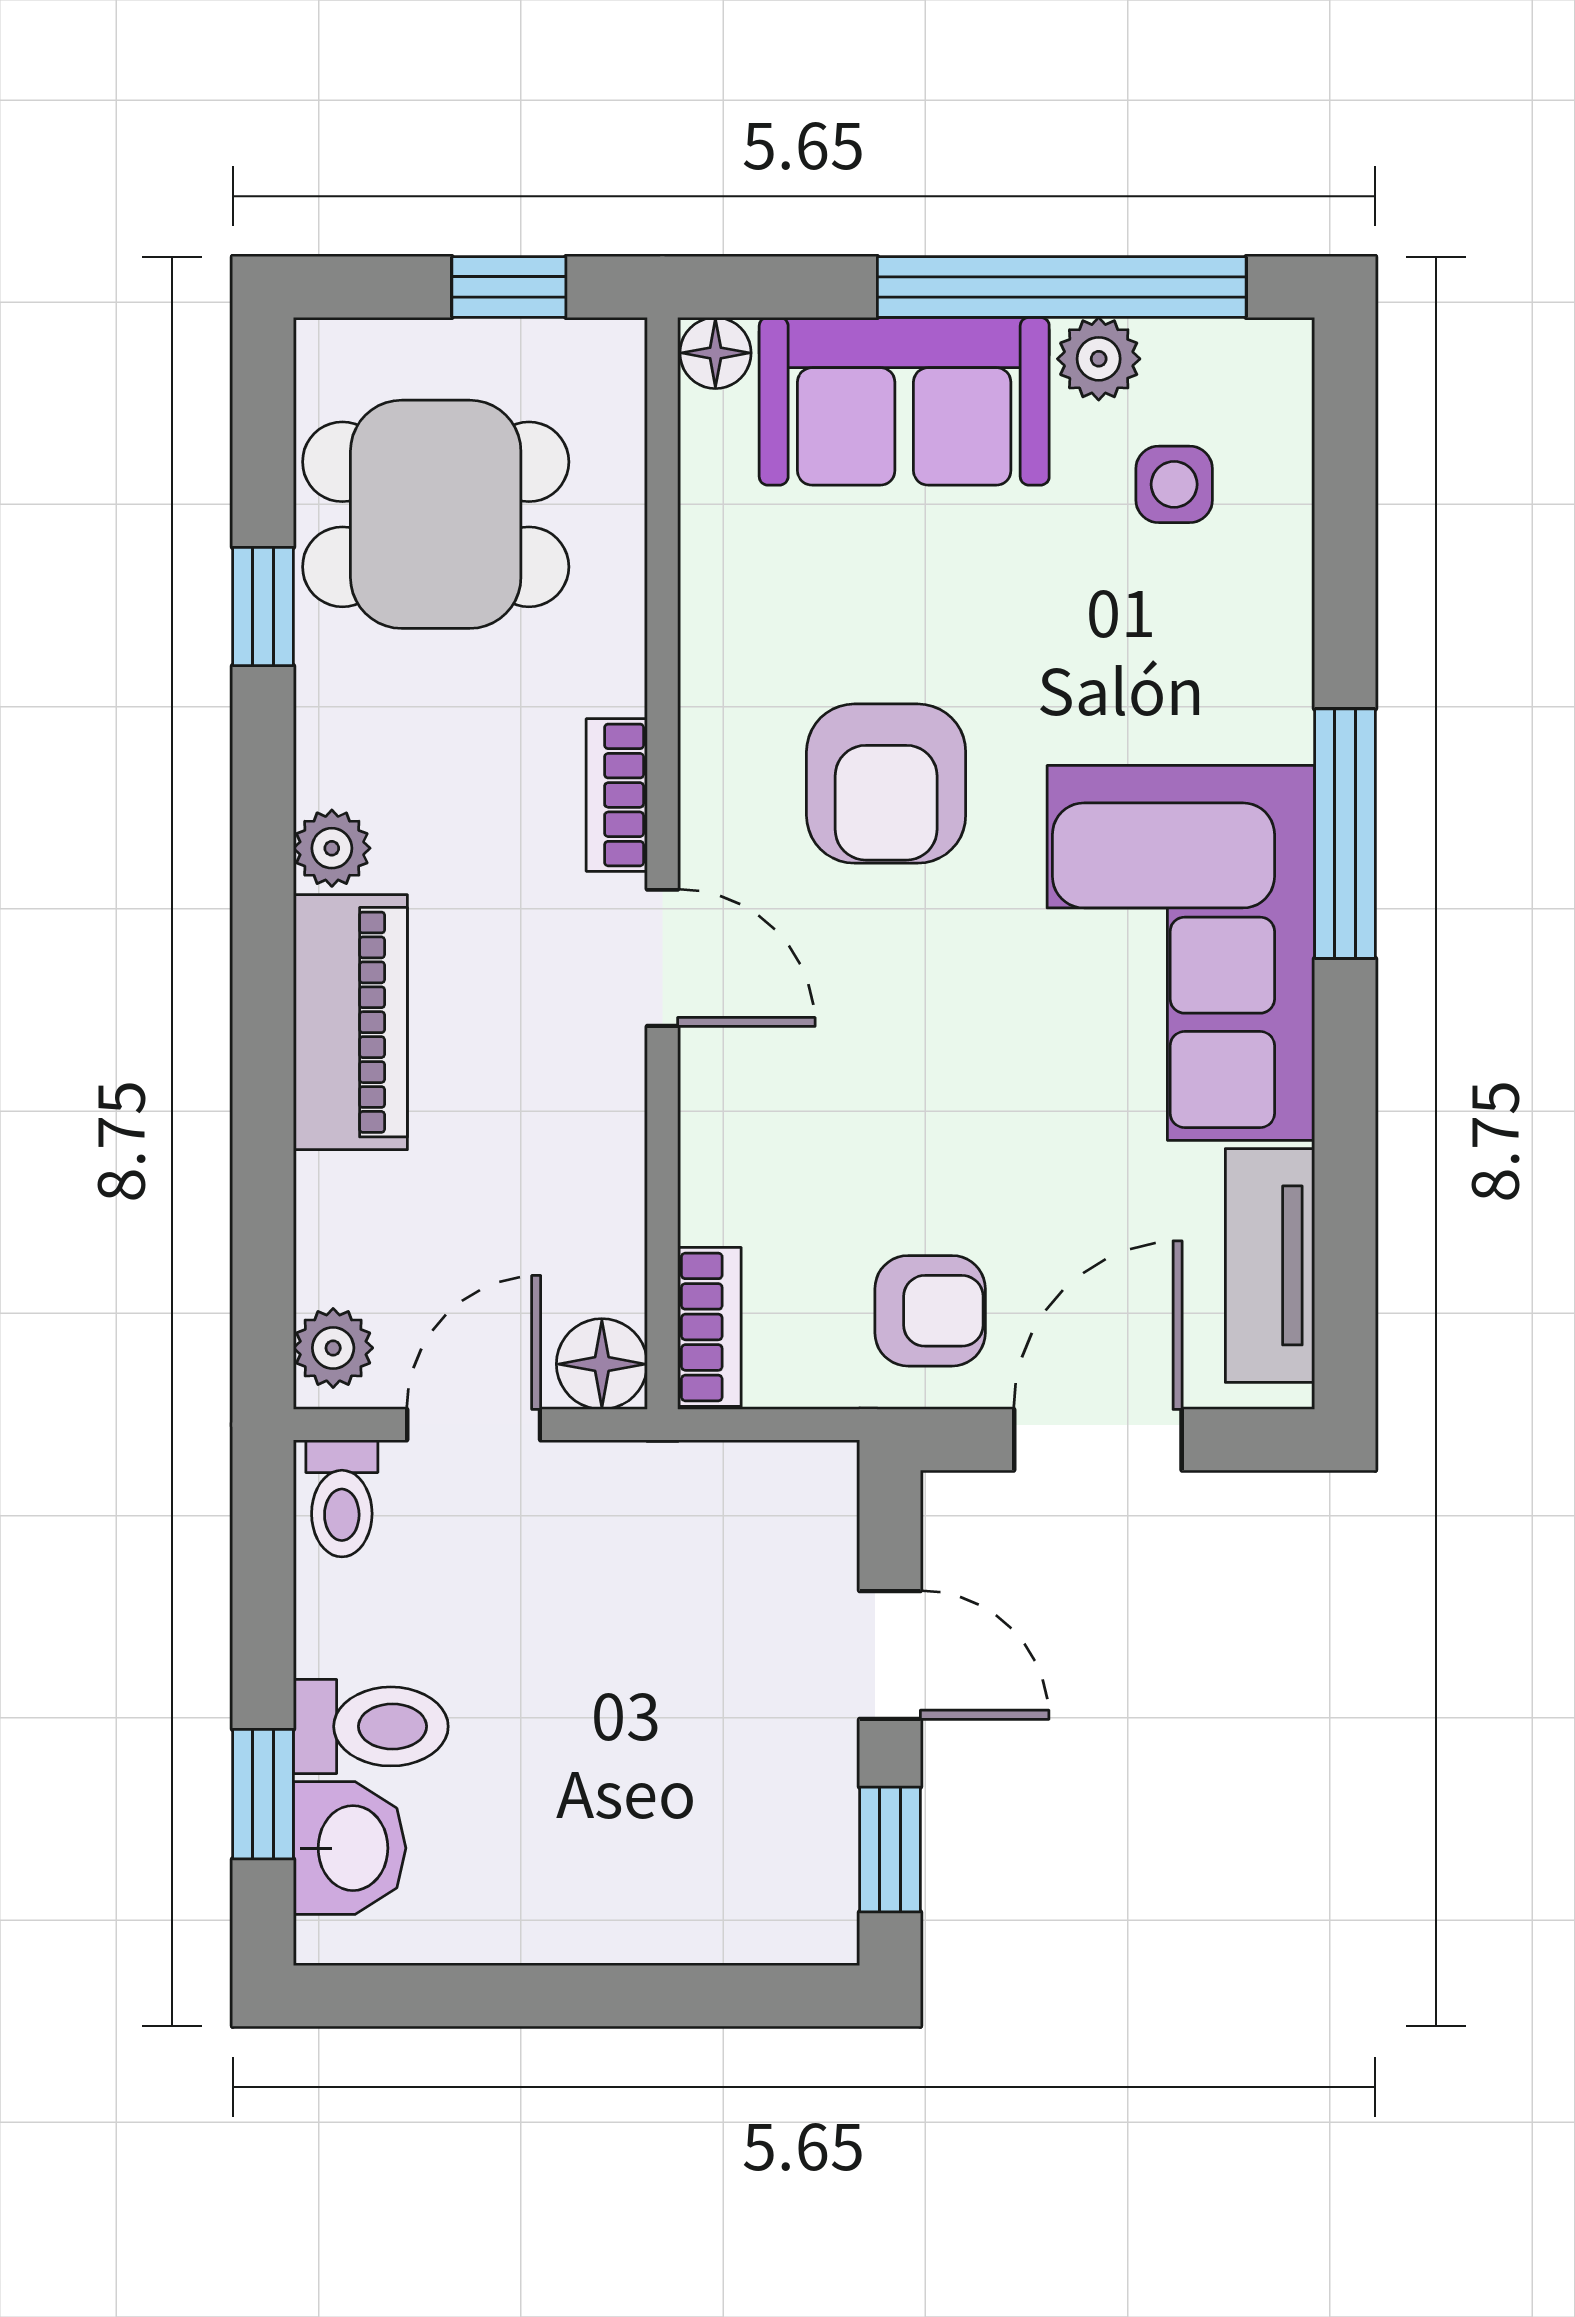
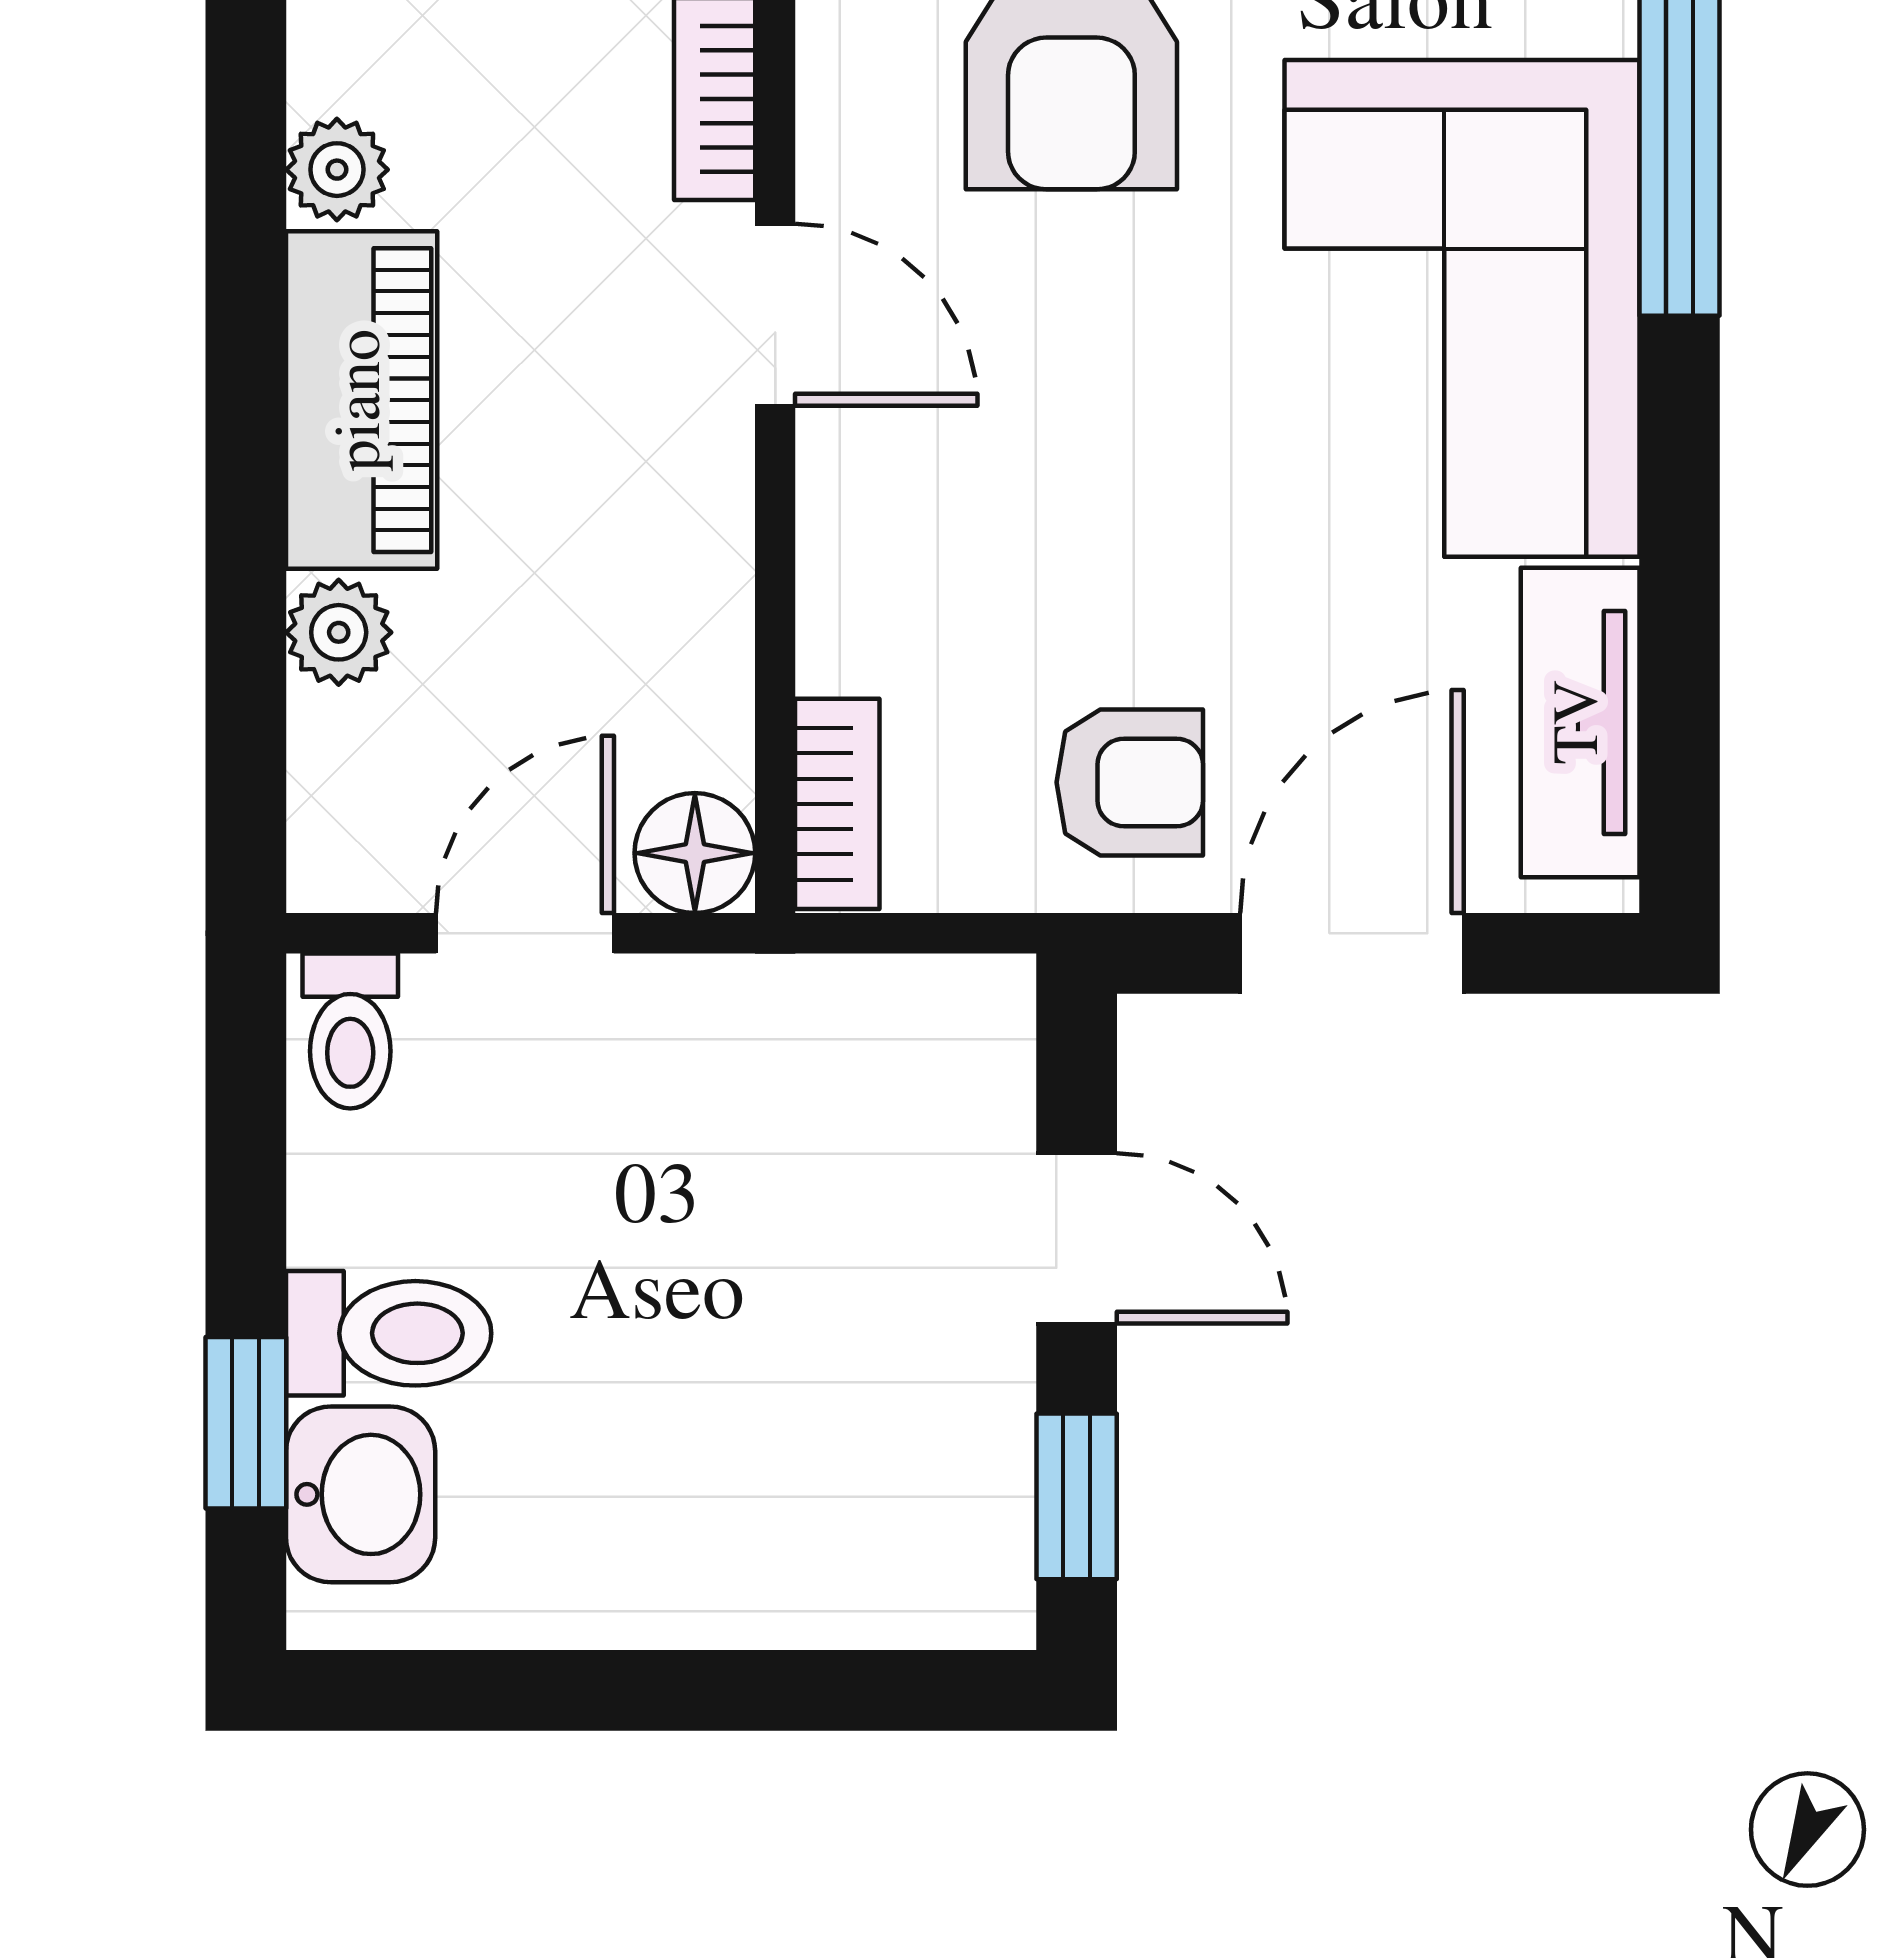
plant: (333, 1348) -> (339, 632), moved

